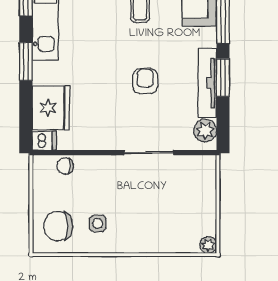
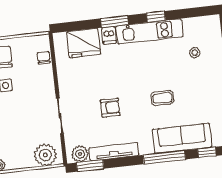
window: (223, 78) -> (90, 166), moved
dishwasher: (44, 141) -> (109, 35), moved
plant: (201, 179) -> (45, 155), added

